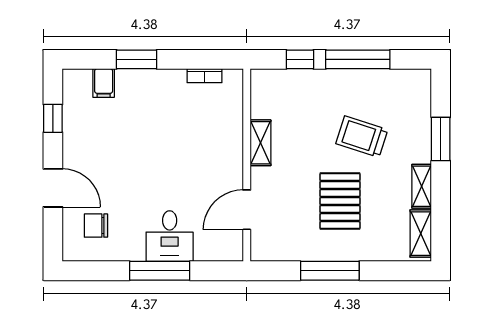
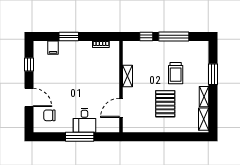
trolley: (362, 137) -> (176, 73), turned -108
window: (330, 271) -> (160, 137), removed

